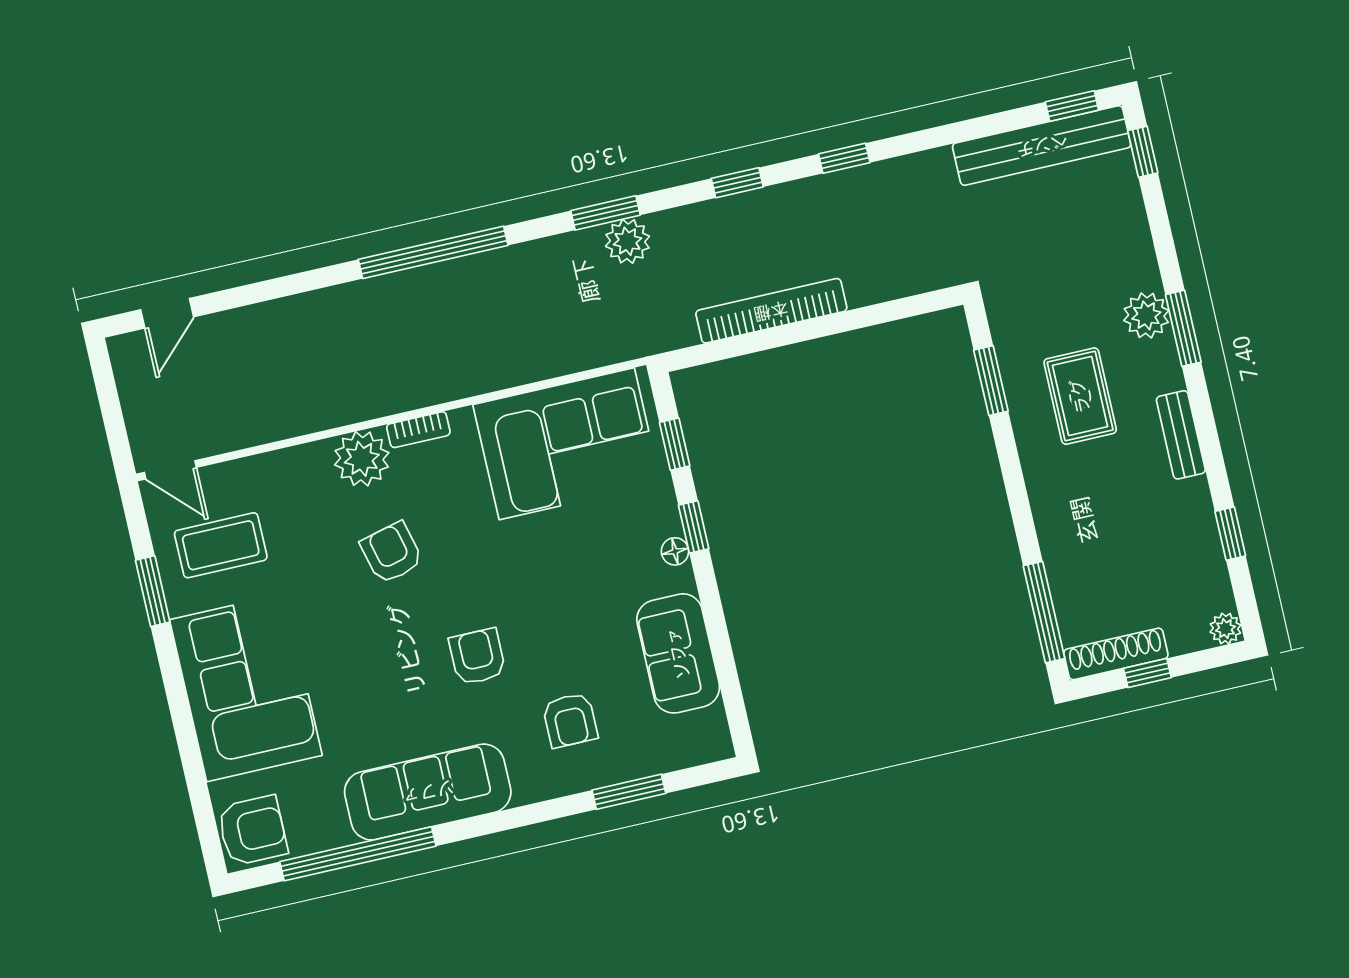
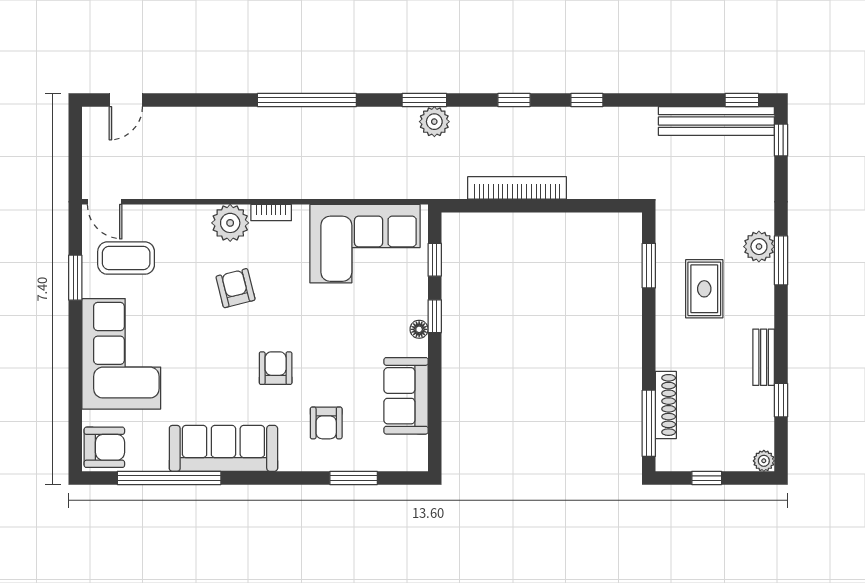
bench: (1181, 435) -> (764, 357), moved
shoe rack: (1116, 654) -> (666, 405), moved, turned 90

